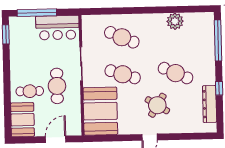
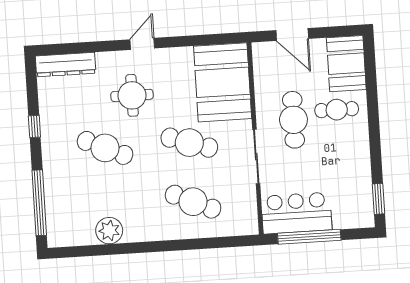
window: (37, 13) -> (309, 237), moved
dresser: (210, 104) -> (66, 65), moved, turned 90
round table: (157, 105) -> (132, 95), turned -32
door: (56, 139) -> (292, 34), hinge flipped

